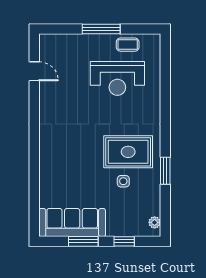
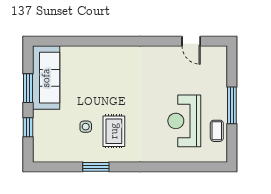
door: (34, 71) -> (191, 41), hinge flipped
rug: (128, 152) -> (114, 131), width x0.73, depth x0.70
plant: (155, 222) -> (46, 157), removed

